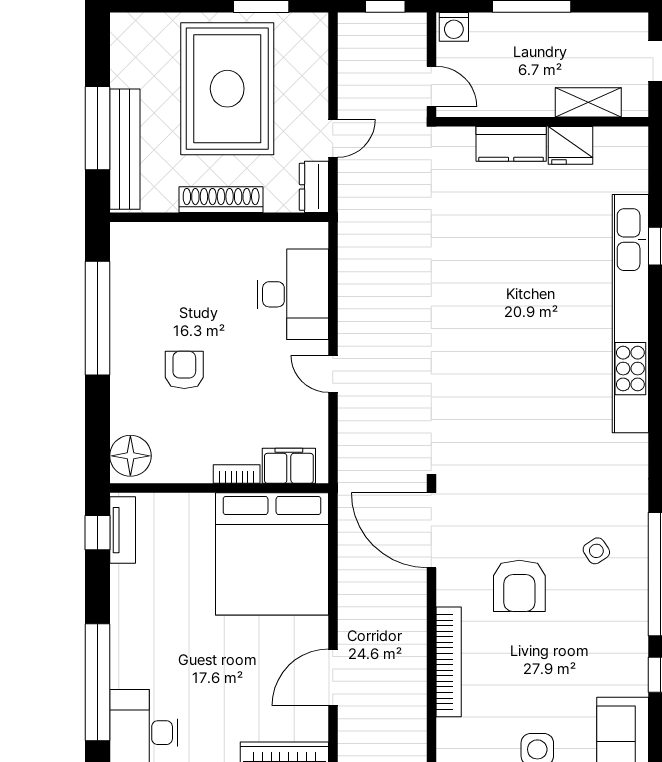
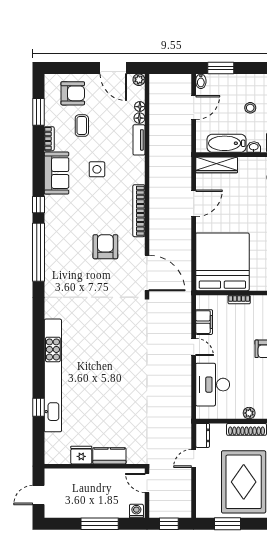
shelving: (588, 102) -> (73, 475), removed
plant: (216, 234) -> (249, 413), added
filing cabinet: (289, 466) -> (204, 322), moved, turned -90
side table: (596, 551) -> (69, 263), removed

